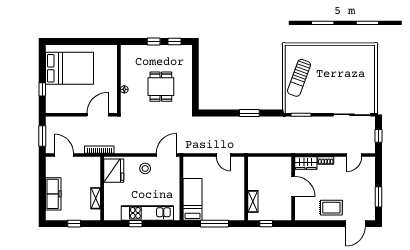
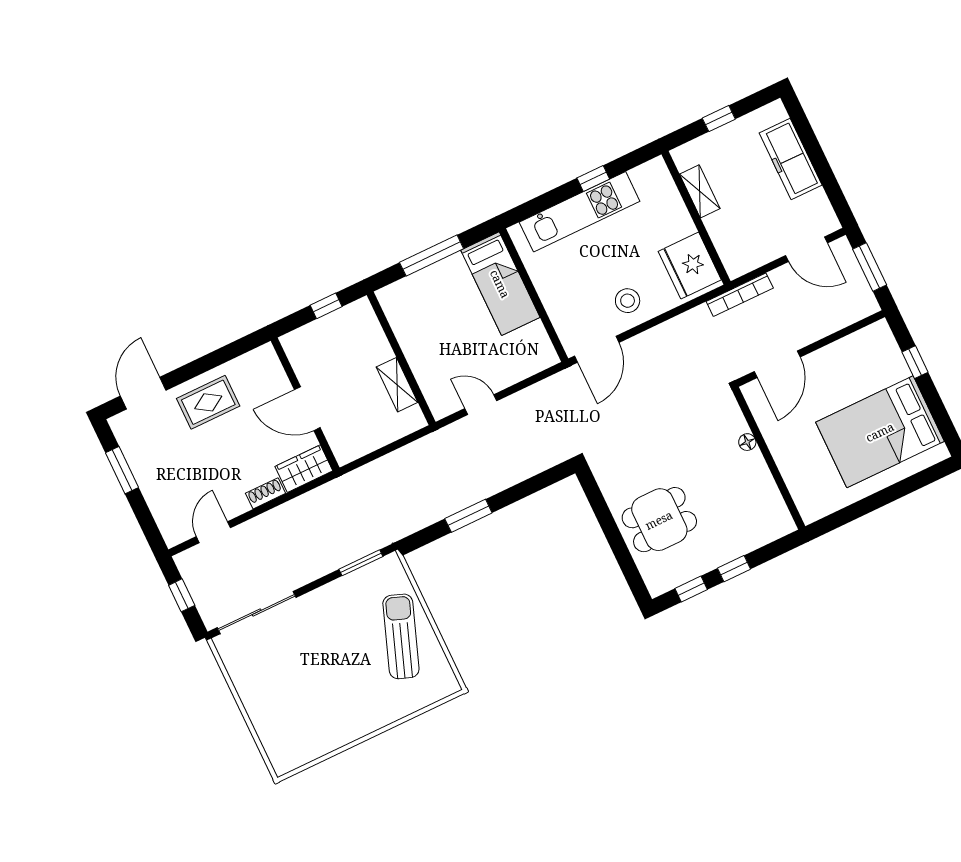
dining table: (161, 87) -> (659, 520), moved, turned 90
shelving: (253, 201) -> (397, 385), moved

